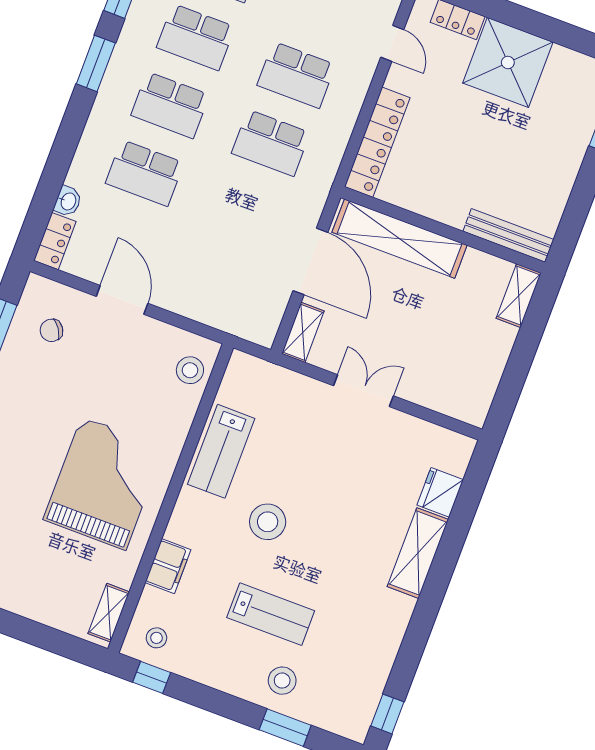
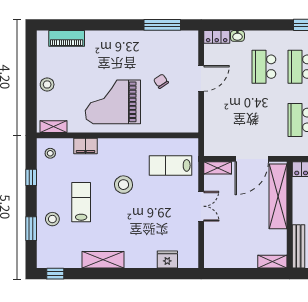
chair: (51, 330) -> (161, 81), moved
stool: (190, 370) -> (47, 84), moved
lab bench: (221, 451) -> (171, 165), moved
grand piano: (104, 483) -> (113, 102), turned 180
shelving: (418, 553) -> (103, 260), moved
lab bench: (271, 614) -> (81, 202), turned 180
window: (152, 677) -> (31, 177), moved

